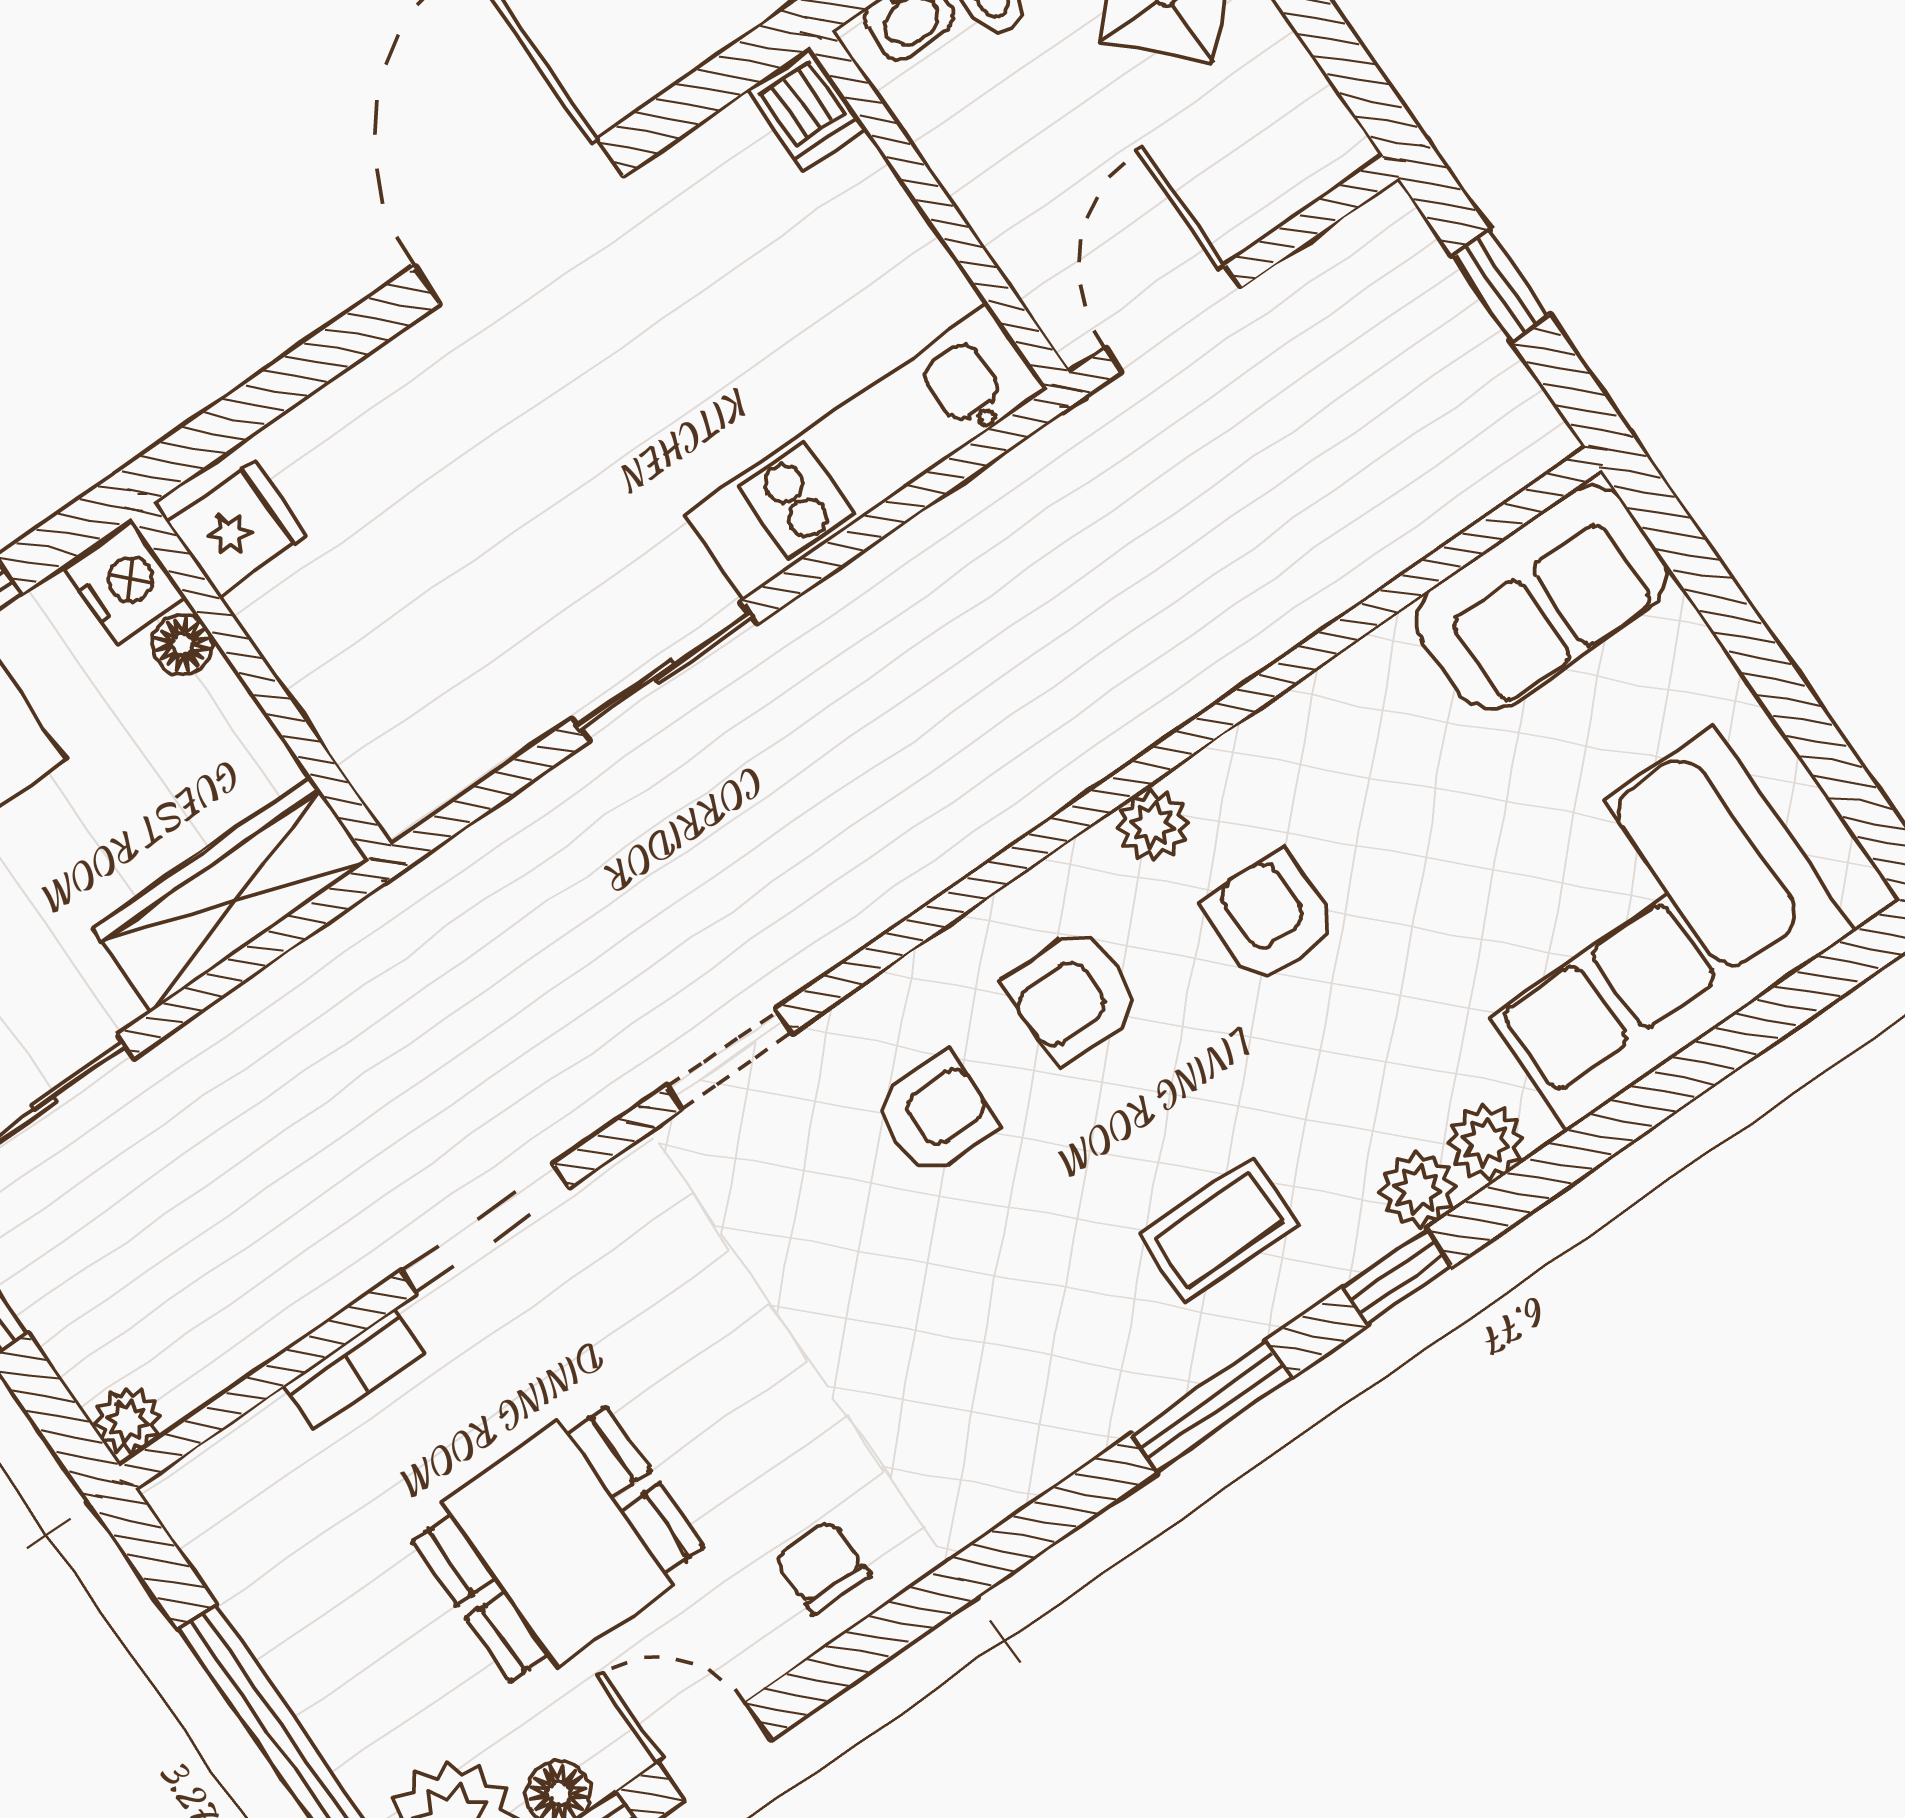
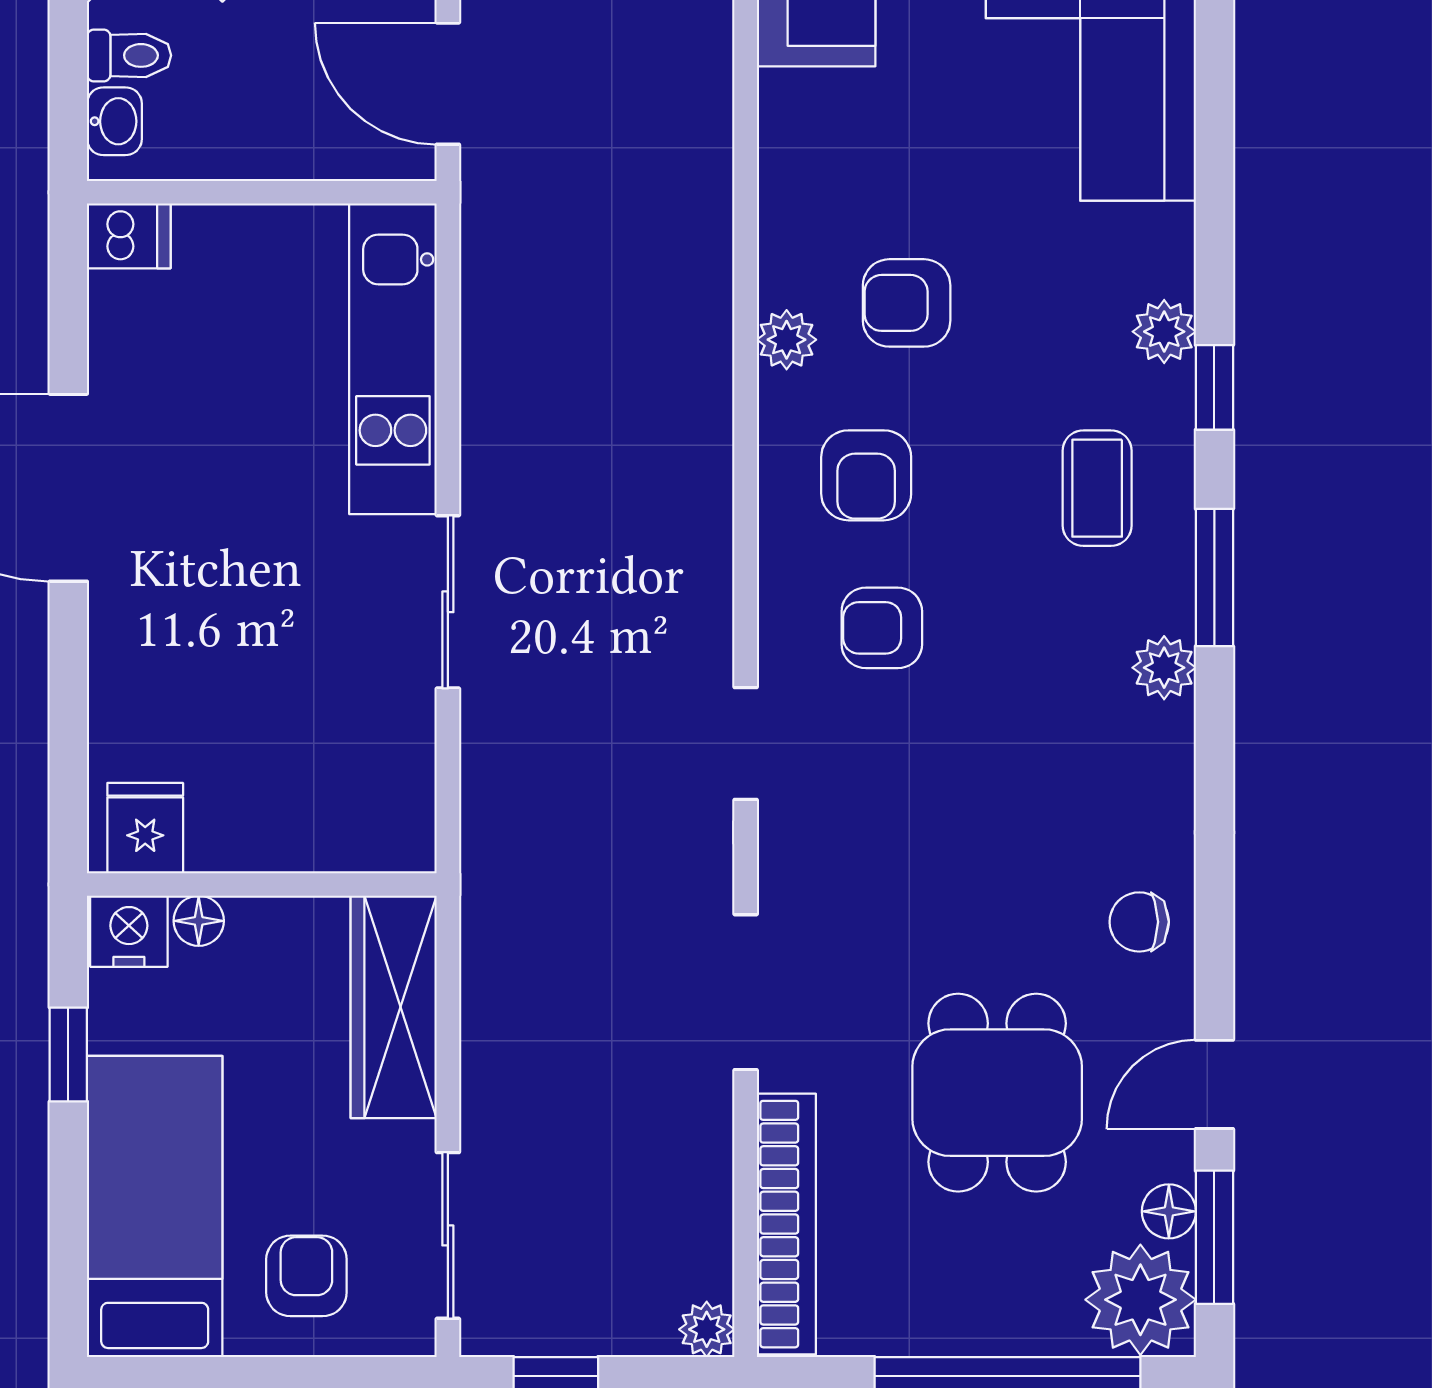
armchair: (935, 1114) -> (882, 628), turned -90
plant: (1486, 1142) -> (1164, 668), moved
bookcase: (353, 1370) -> (786, 1224), width x2.31, depth x1.31

